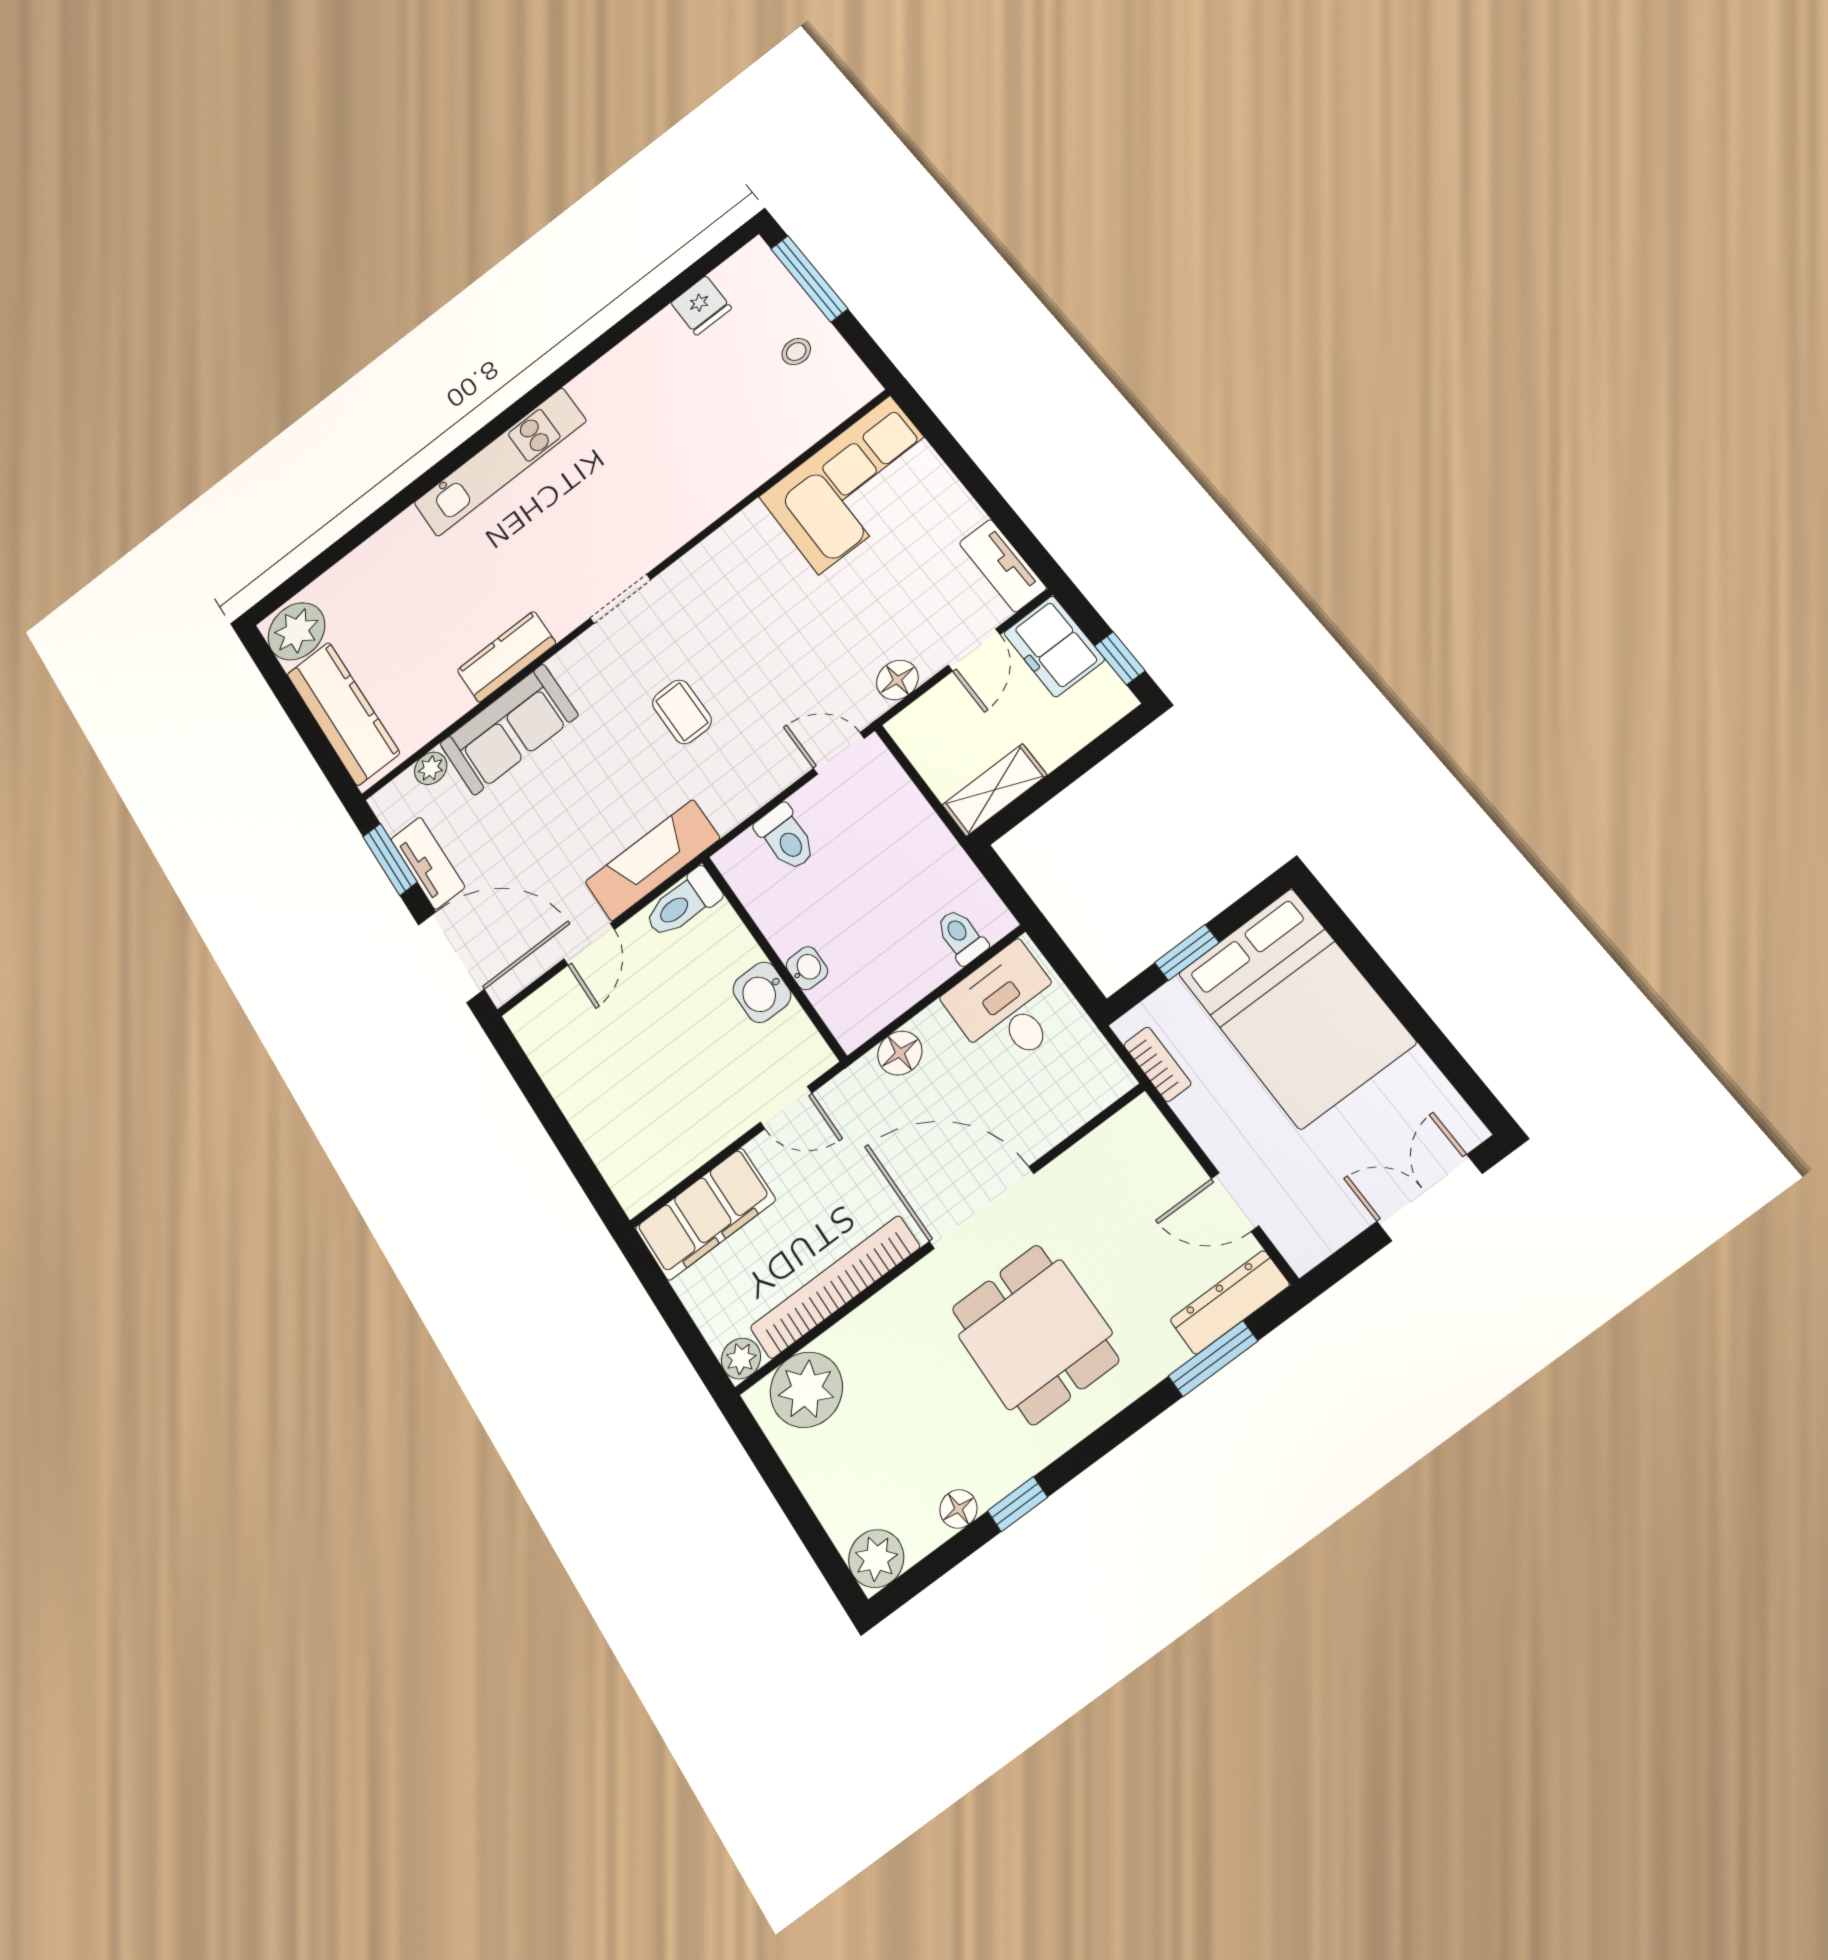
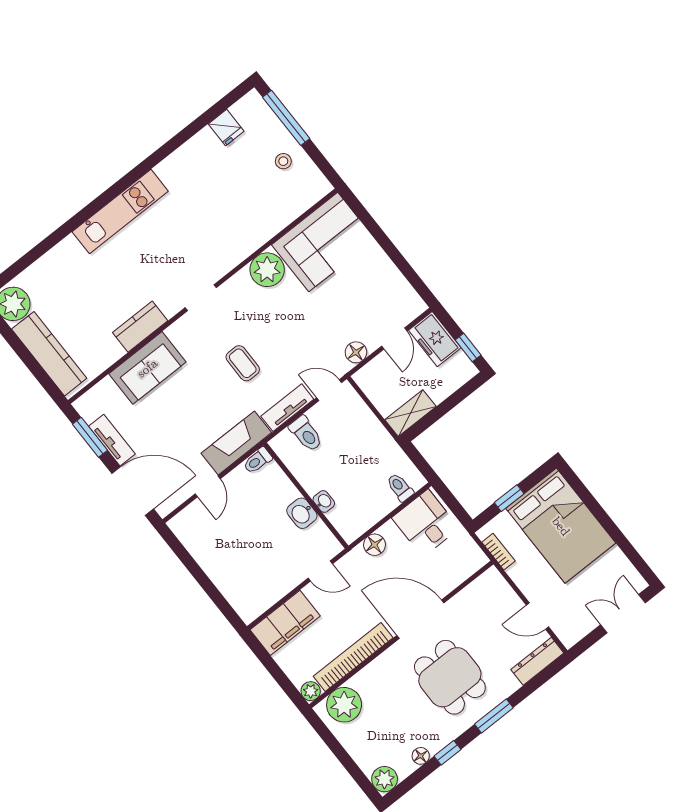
tv unit: (1003, 566) -> (287, 408), moved, turned 90
plant: (431, 768) -> (267, 270), moved, width x1.87, depth x1.87
toilet: (683, 903) -> (258, 461), width x0.73, depth x0.72
window: (1213, 1359) -> (494, 716), moved

